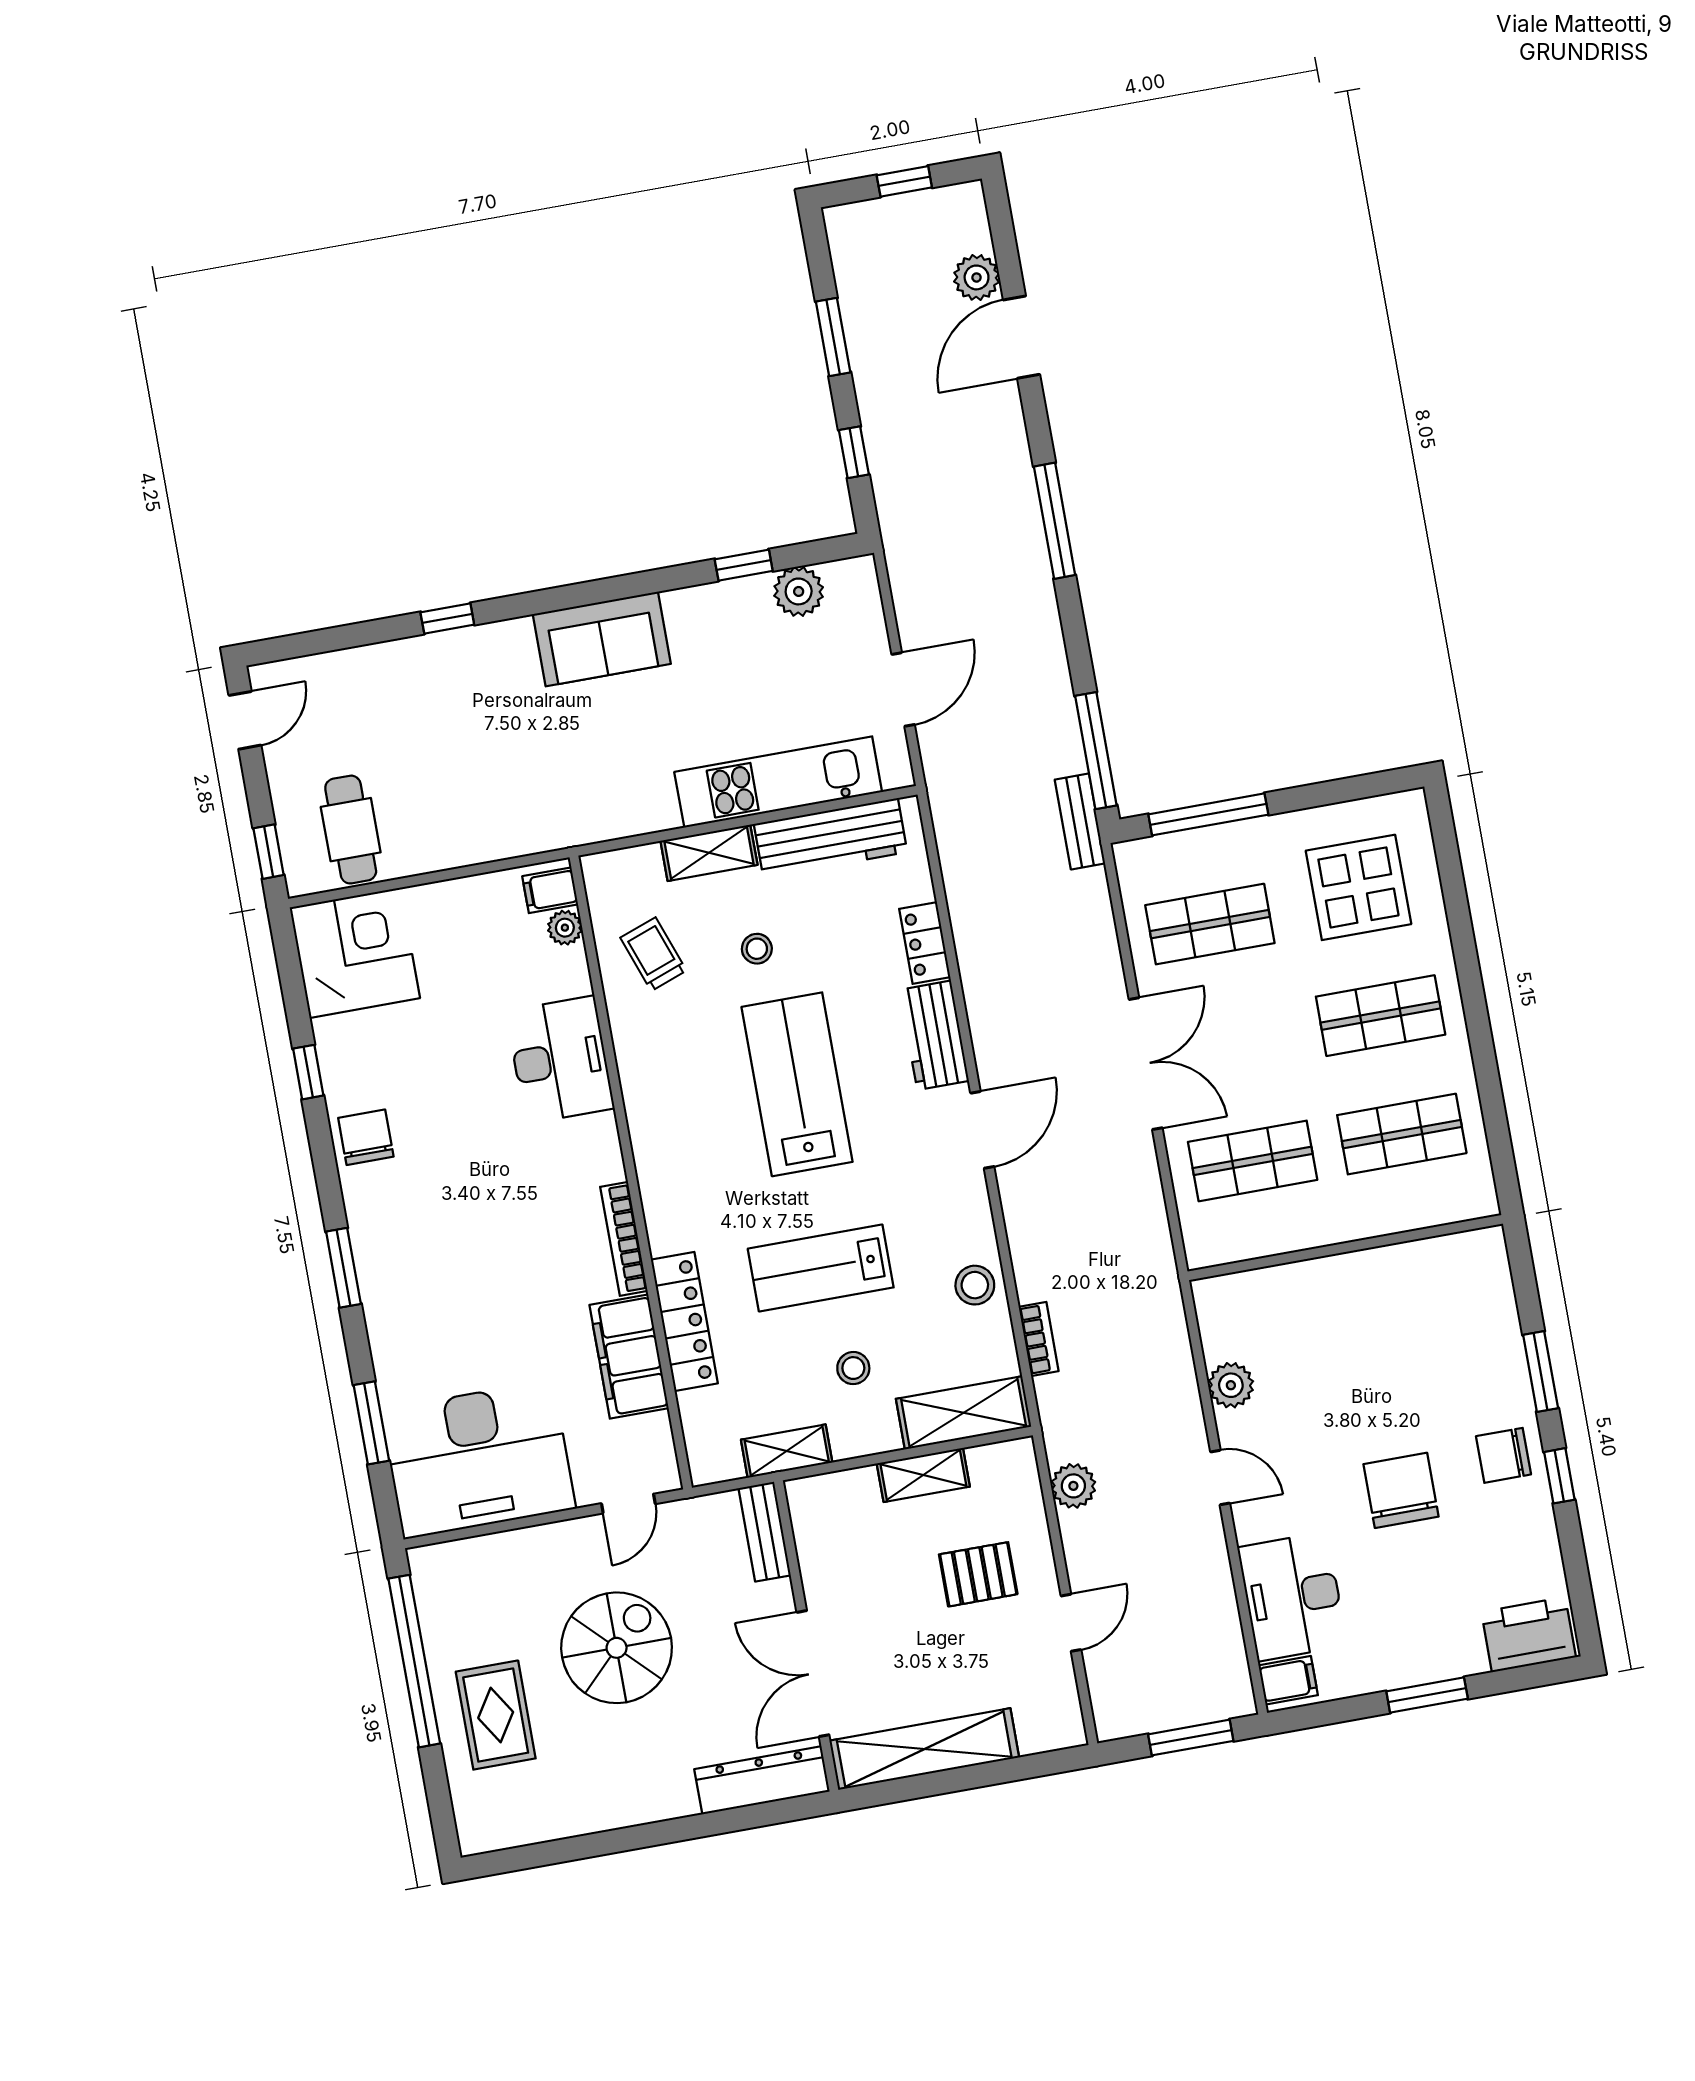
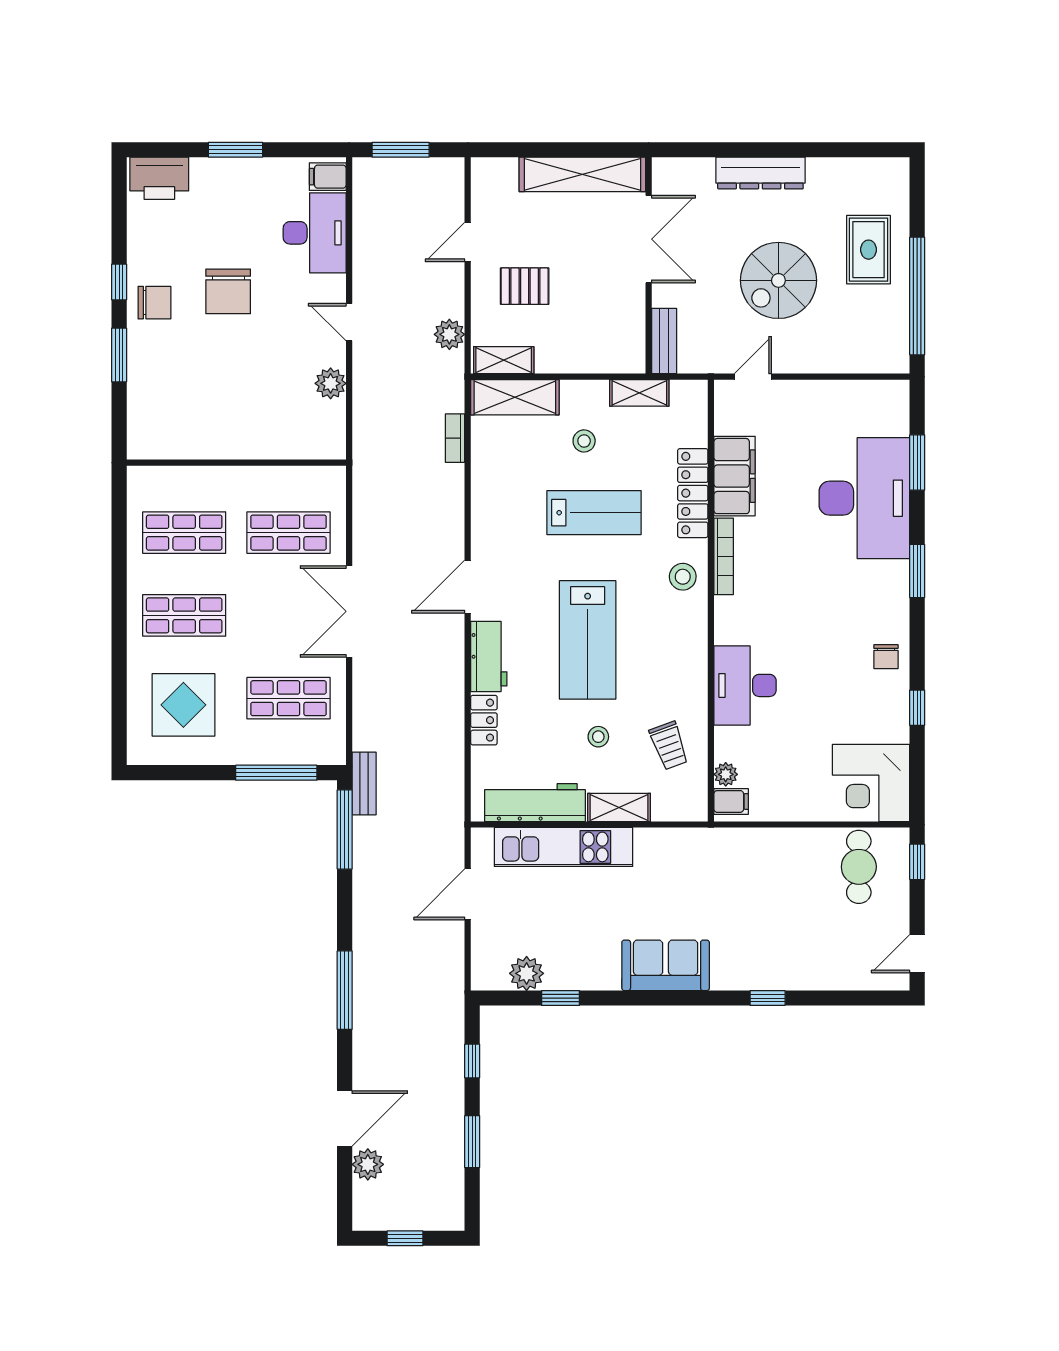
chair: (366, 1137) -> (886, 657), width x0.73, depth x0.73
stool: (975, 1285) -> (683, 577), moved
desk: (478, 1459) -> (864, 498), moved, turned 90
shelving: (923, 1475) -> (504, 360), moved
dresser: (762, 1780) -> (760, 173), moved

